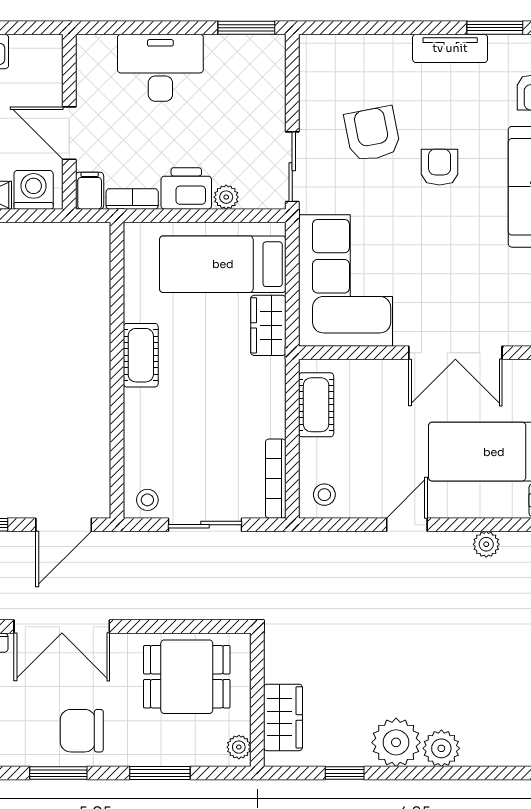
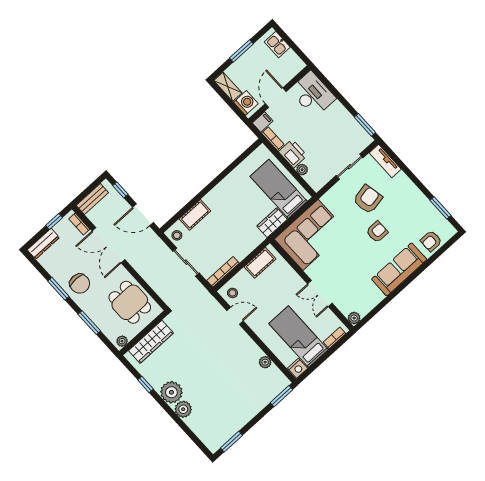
tv unit: (450, 48) -> (385, 161), moved
desk: (160, 68) -> (313, 94), moved
sliding door: (292, 167) -> (350, 167), moved
double door: (455, 353) -> (320, 294), width x0.73
cot: (141, 355) -> (195, 215), moved
door: (407, 525) -> (235, 316), moved
wardrobe: (283, 717) -> (151, 342), width x1.50
chair: (82, 731) -> (80, 284), turned 180

